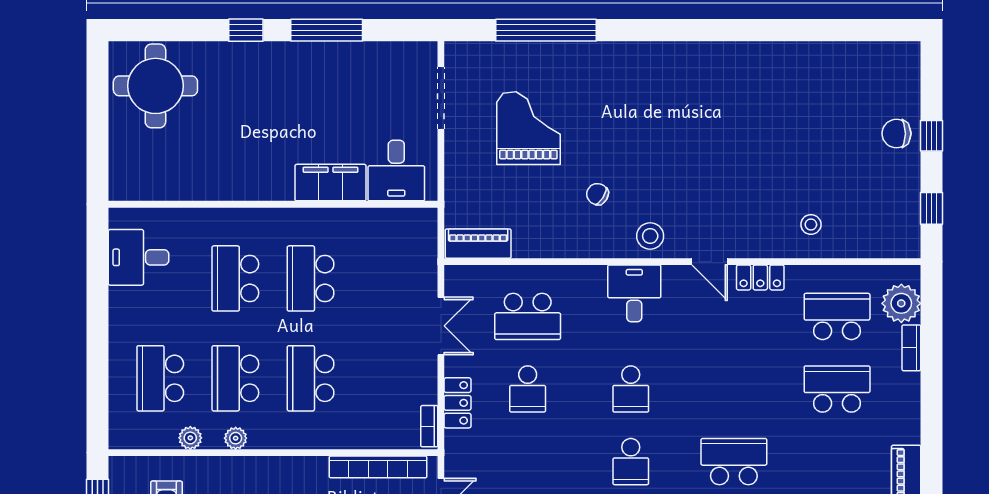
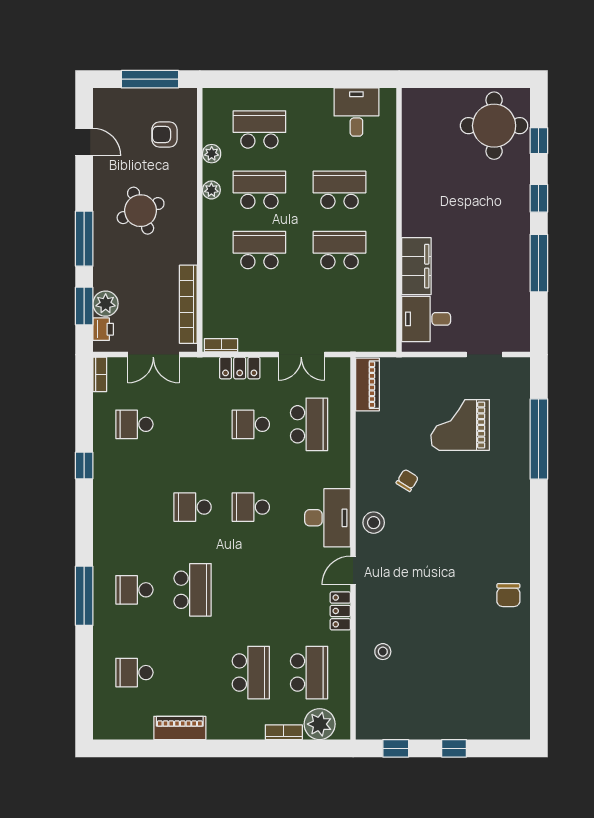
window: (174, 30) -> (539, 141), added
doorway: (441, 98) -> (484, 355), width x0.73
grand piano: (528, 128) -> (460, 425), turned 180
chair: (896, 134) -> (508, 595), moved, turned 180
desk: (634, 293) -> (328, 518), width x1.37
school desk: (528, 316) -> (309, 424), turned 180

